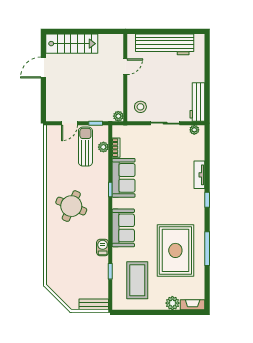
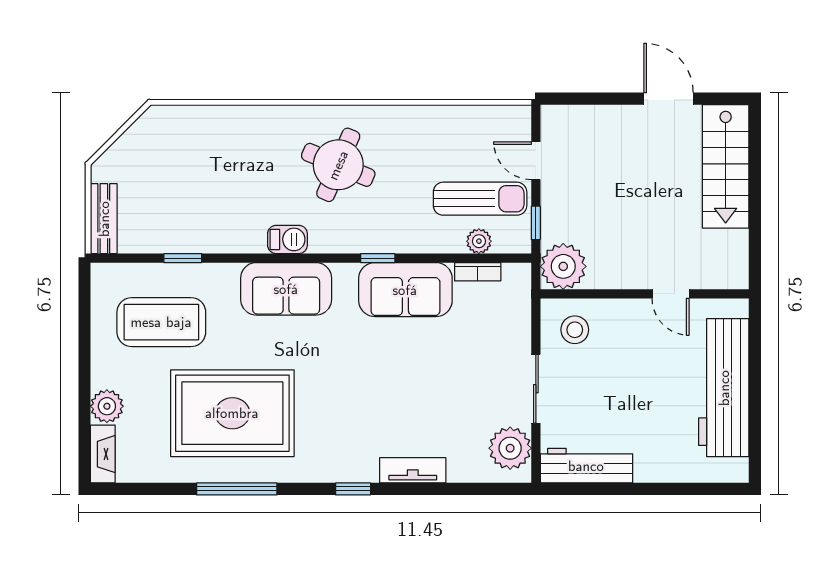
plant: (118, 116) -> (563, 266), width x1.88, depth x1.88
plant: (194, 130) -> (510, 448), width x1.88, depth x1.88
barbecue: (103, 247) -> (287, 239), moved

